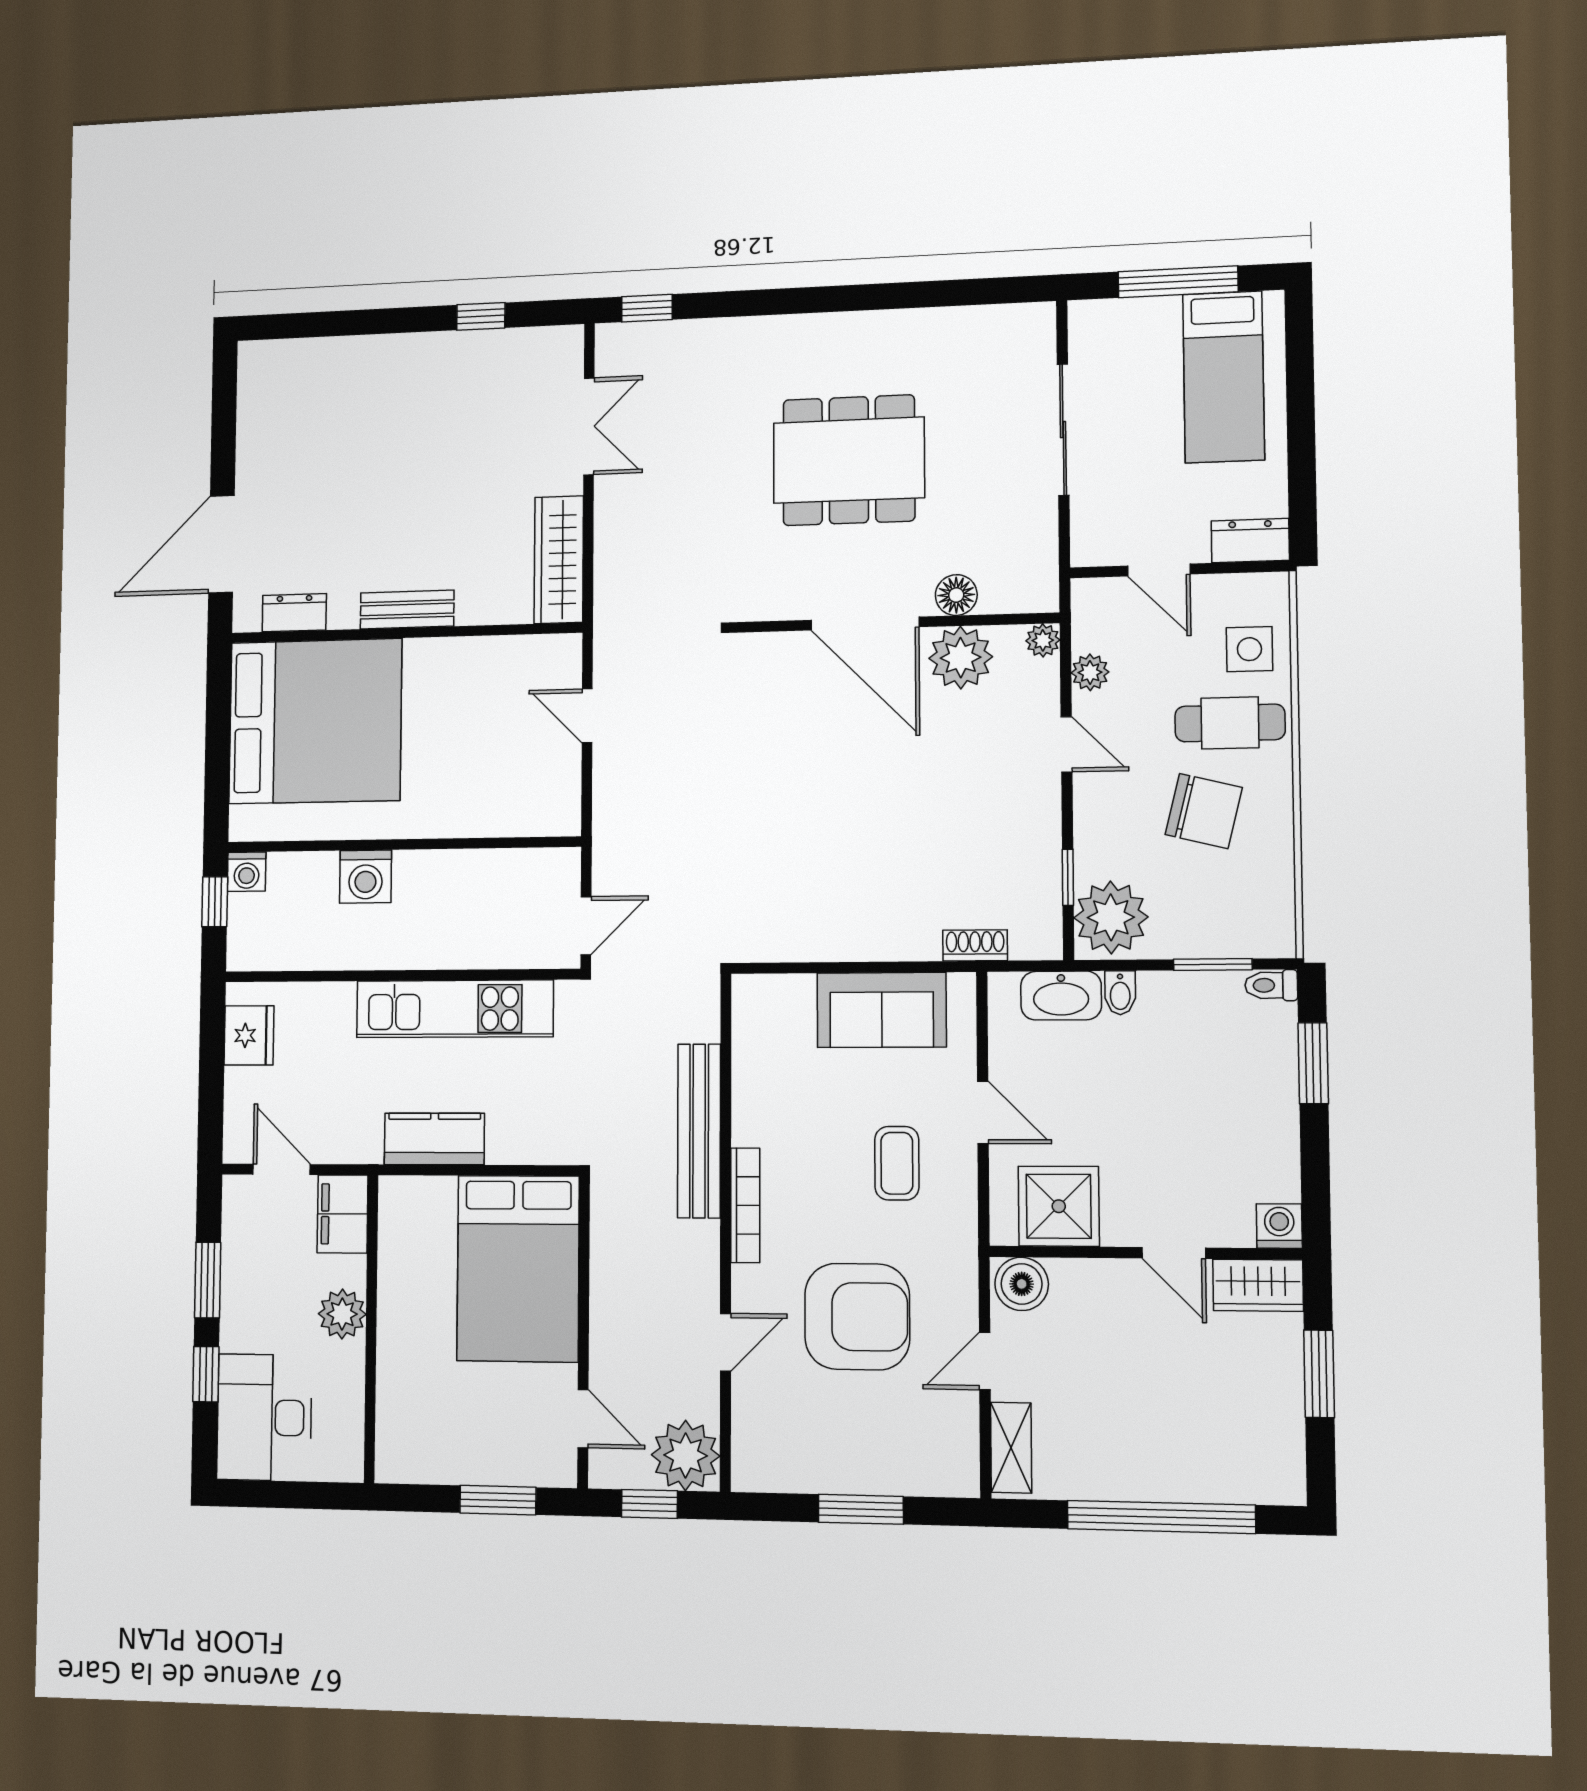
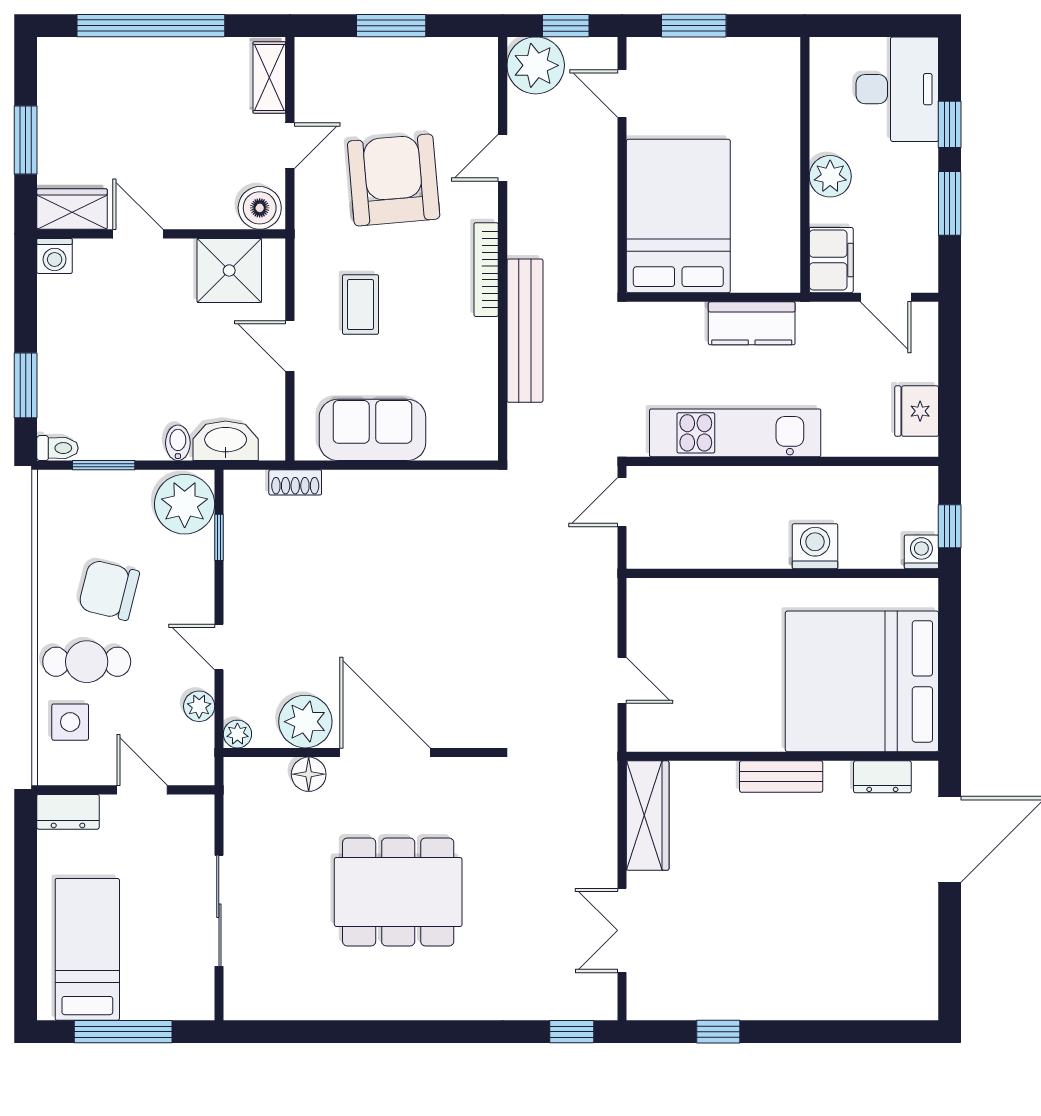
armchair: (857, 1317) -> (394, 180), turned 85

